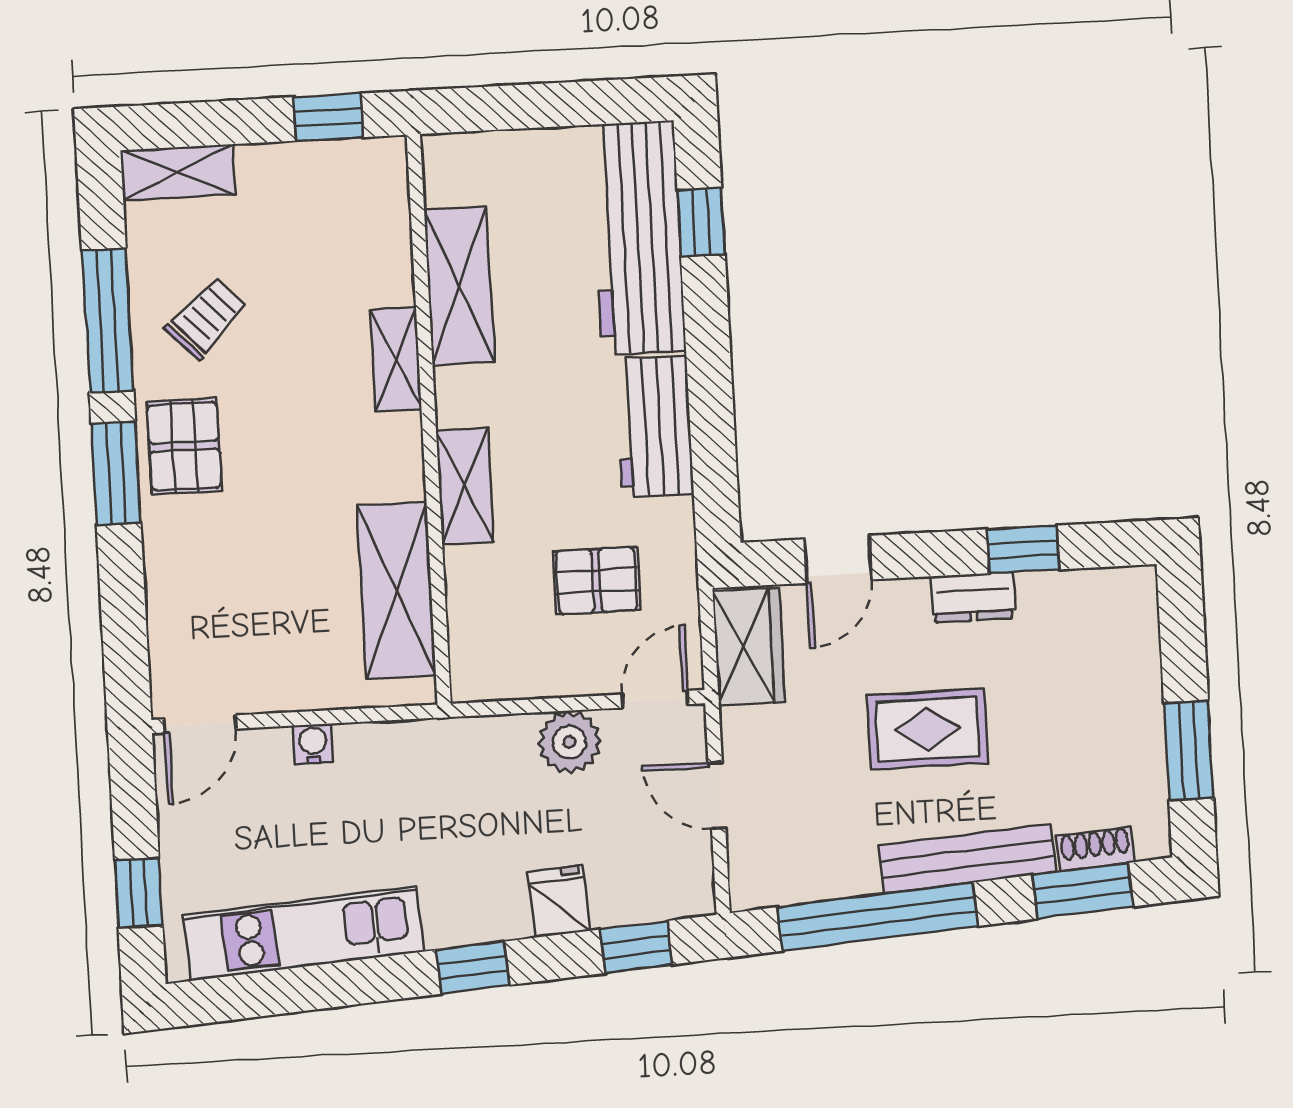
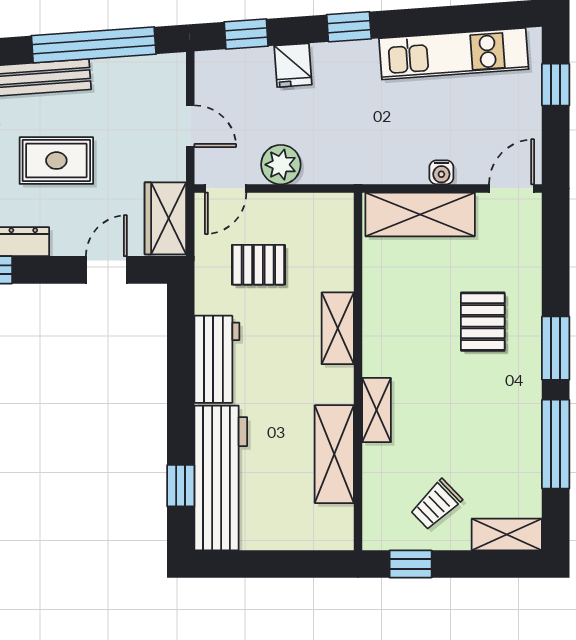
trolley: (206, 318) -> (436, 505), moved
pallet: (184, 446) -> (483, 322), moved
shelving: (397, 590) -> (420, 214), moved, turned 90

